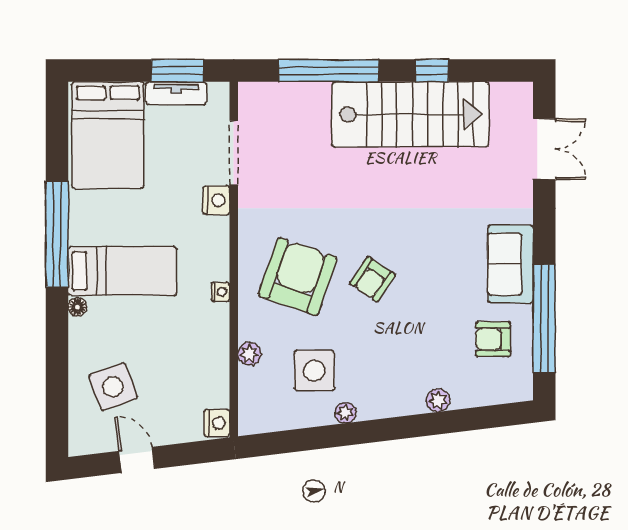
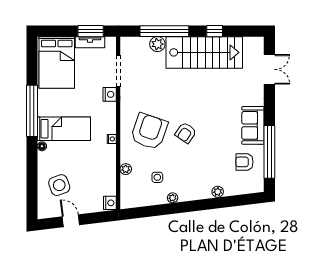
plant: (314, 97) -> (157, 44), added
side table: (314, 371) -> (157, 177), width x0.54, depth x0.54

